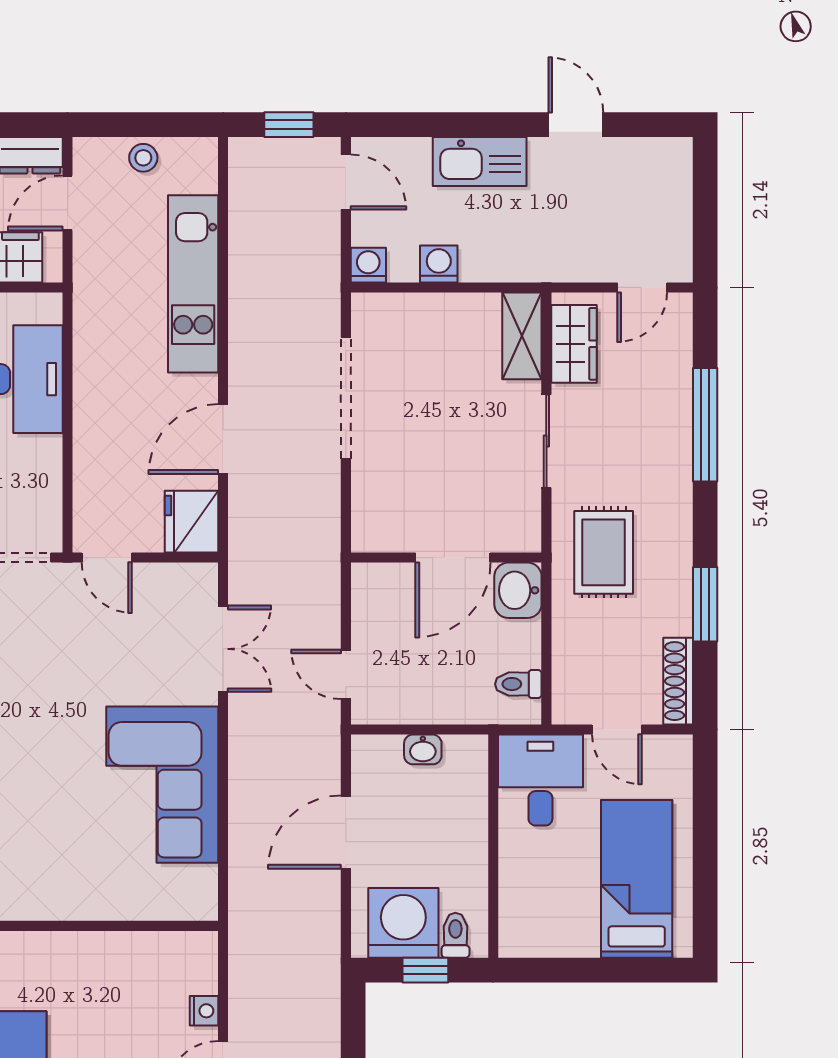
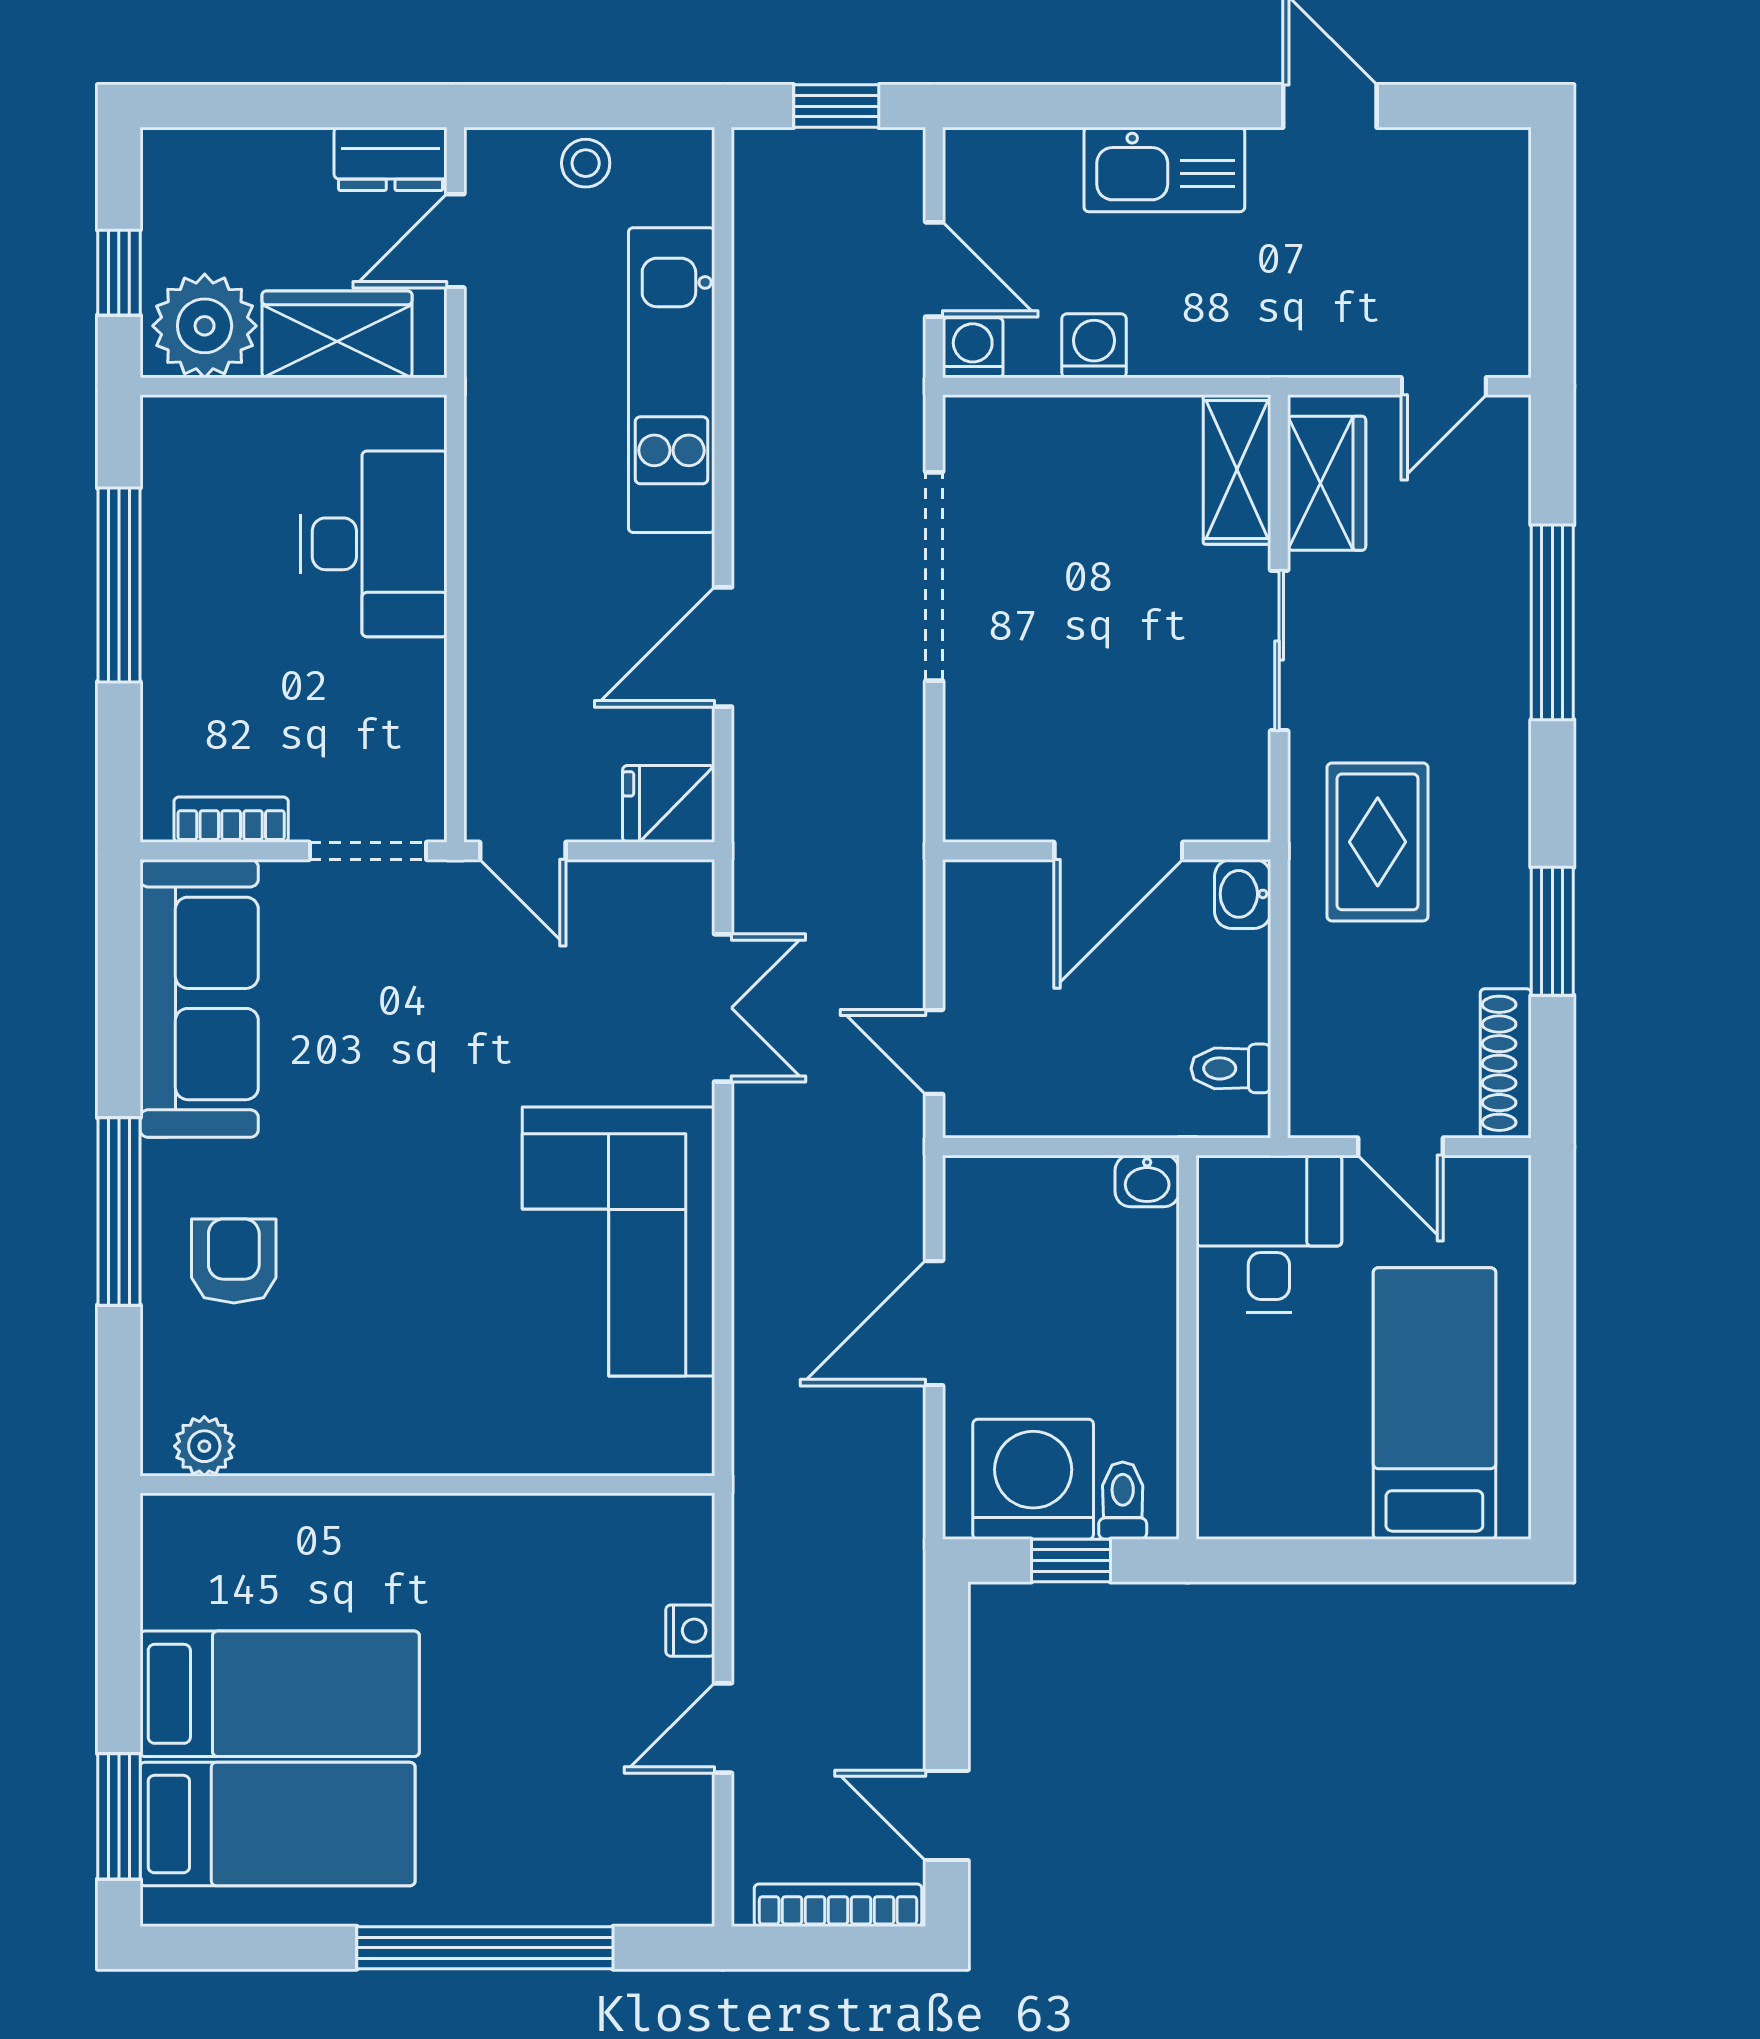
door: (346, 182) -> (934, 269), moved
fridge: (191, 522) -> (669, 804), width x0.72
washbasin: (518, 590) -> (1243, 894), width x0.72, depth x0.69
washbasin: (423, 749) -> (1147, 1181), moved

